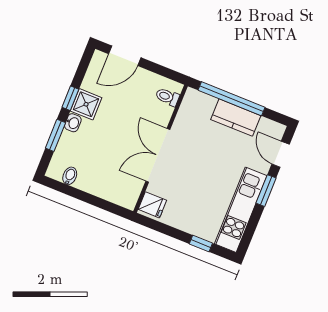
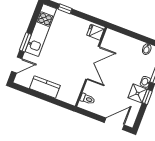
window: (232, 99) -> (48, 99), removed
door: (281, 154) -> (17, 65), hinge flipped

